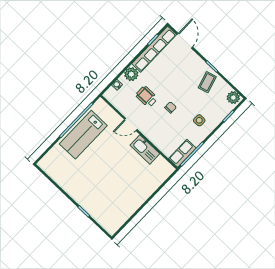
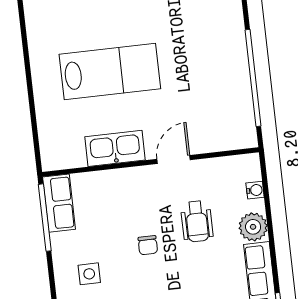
wheelchair: (147, 97) -> (197, 221), turned 90
lab bench: (83, 135) -> (110, 72), moved, turned 90

